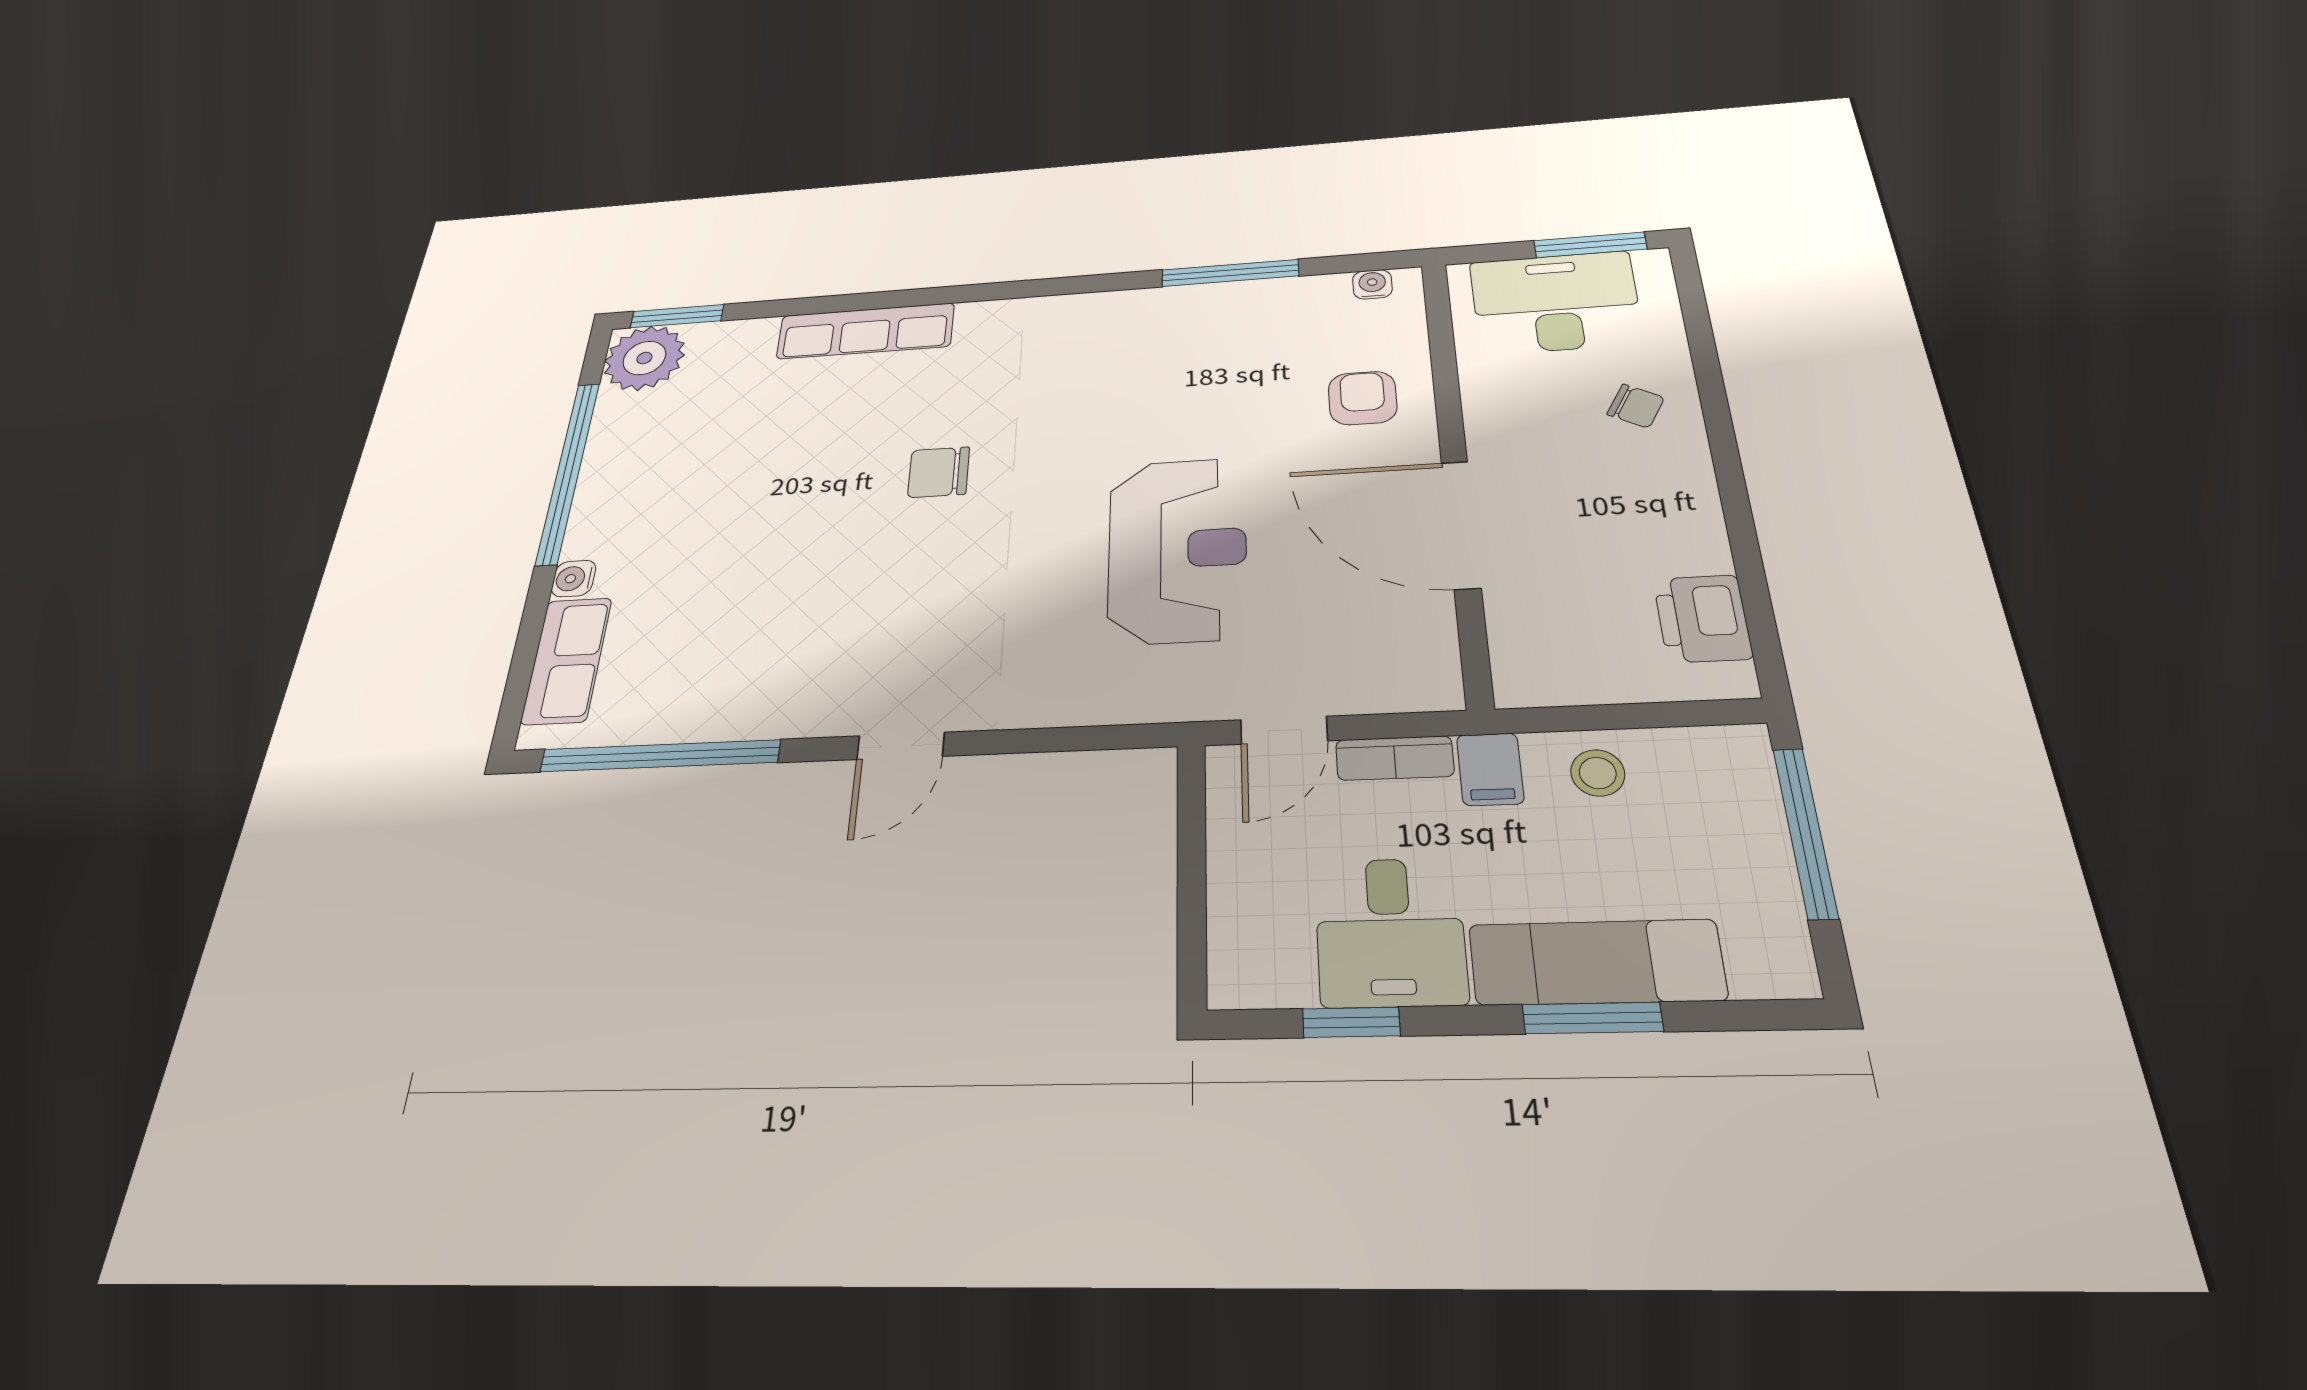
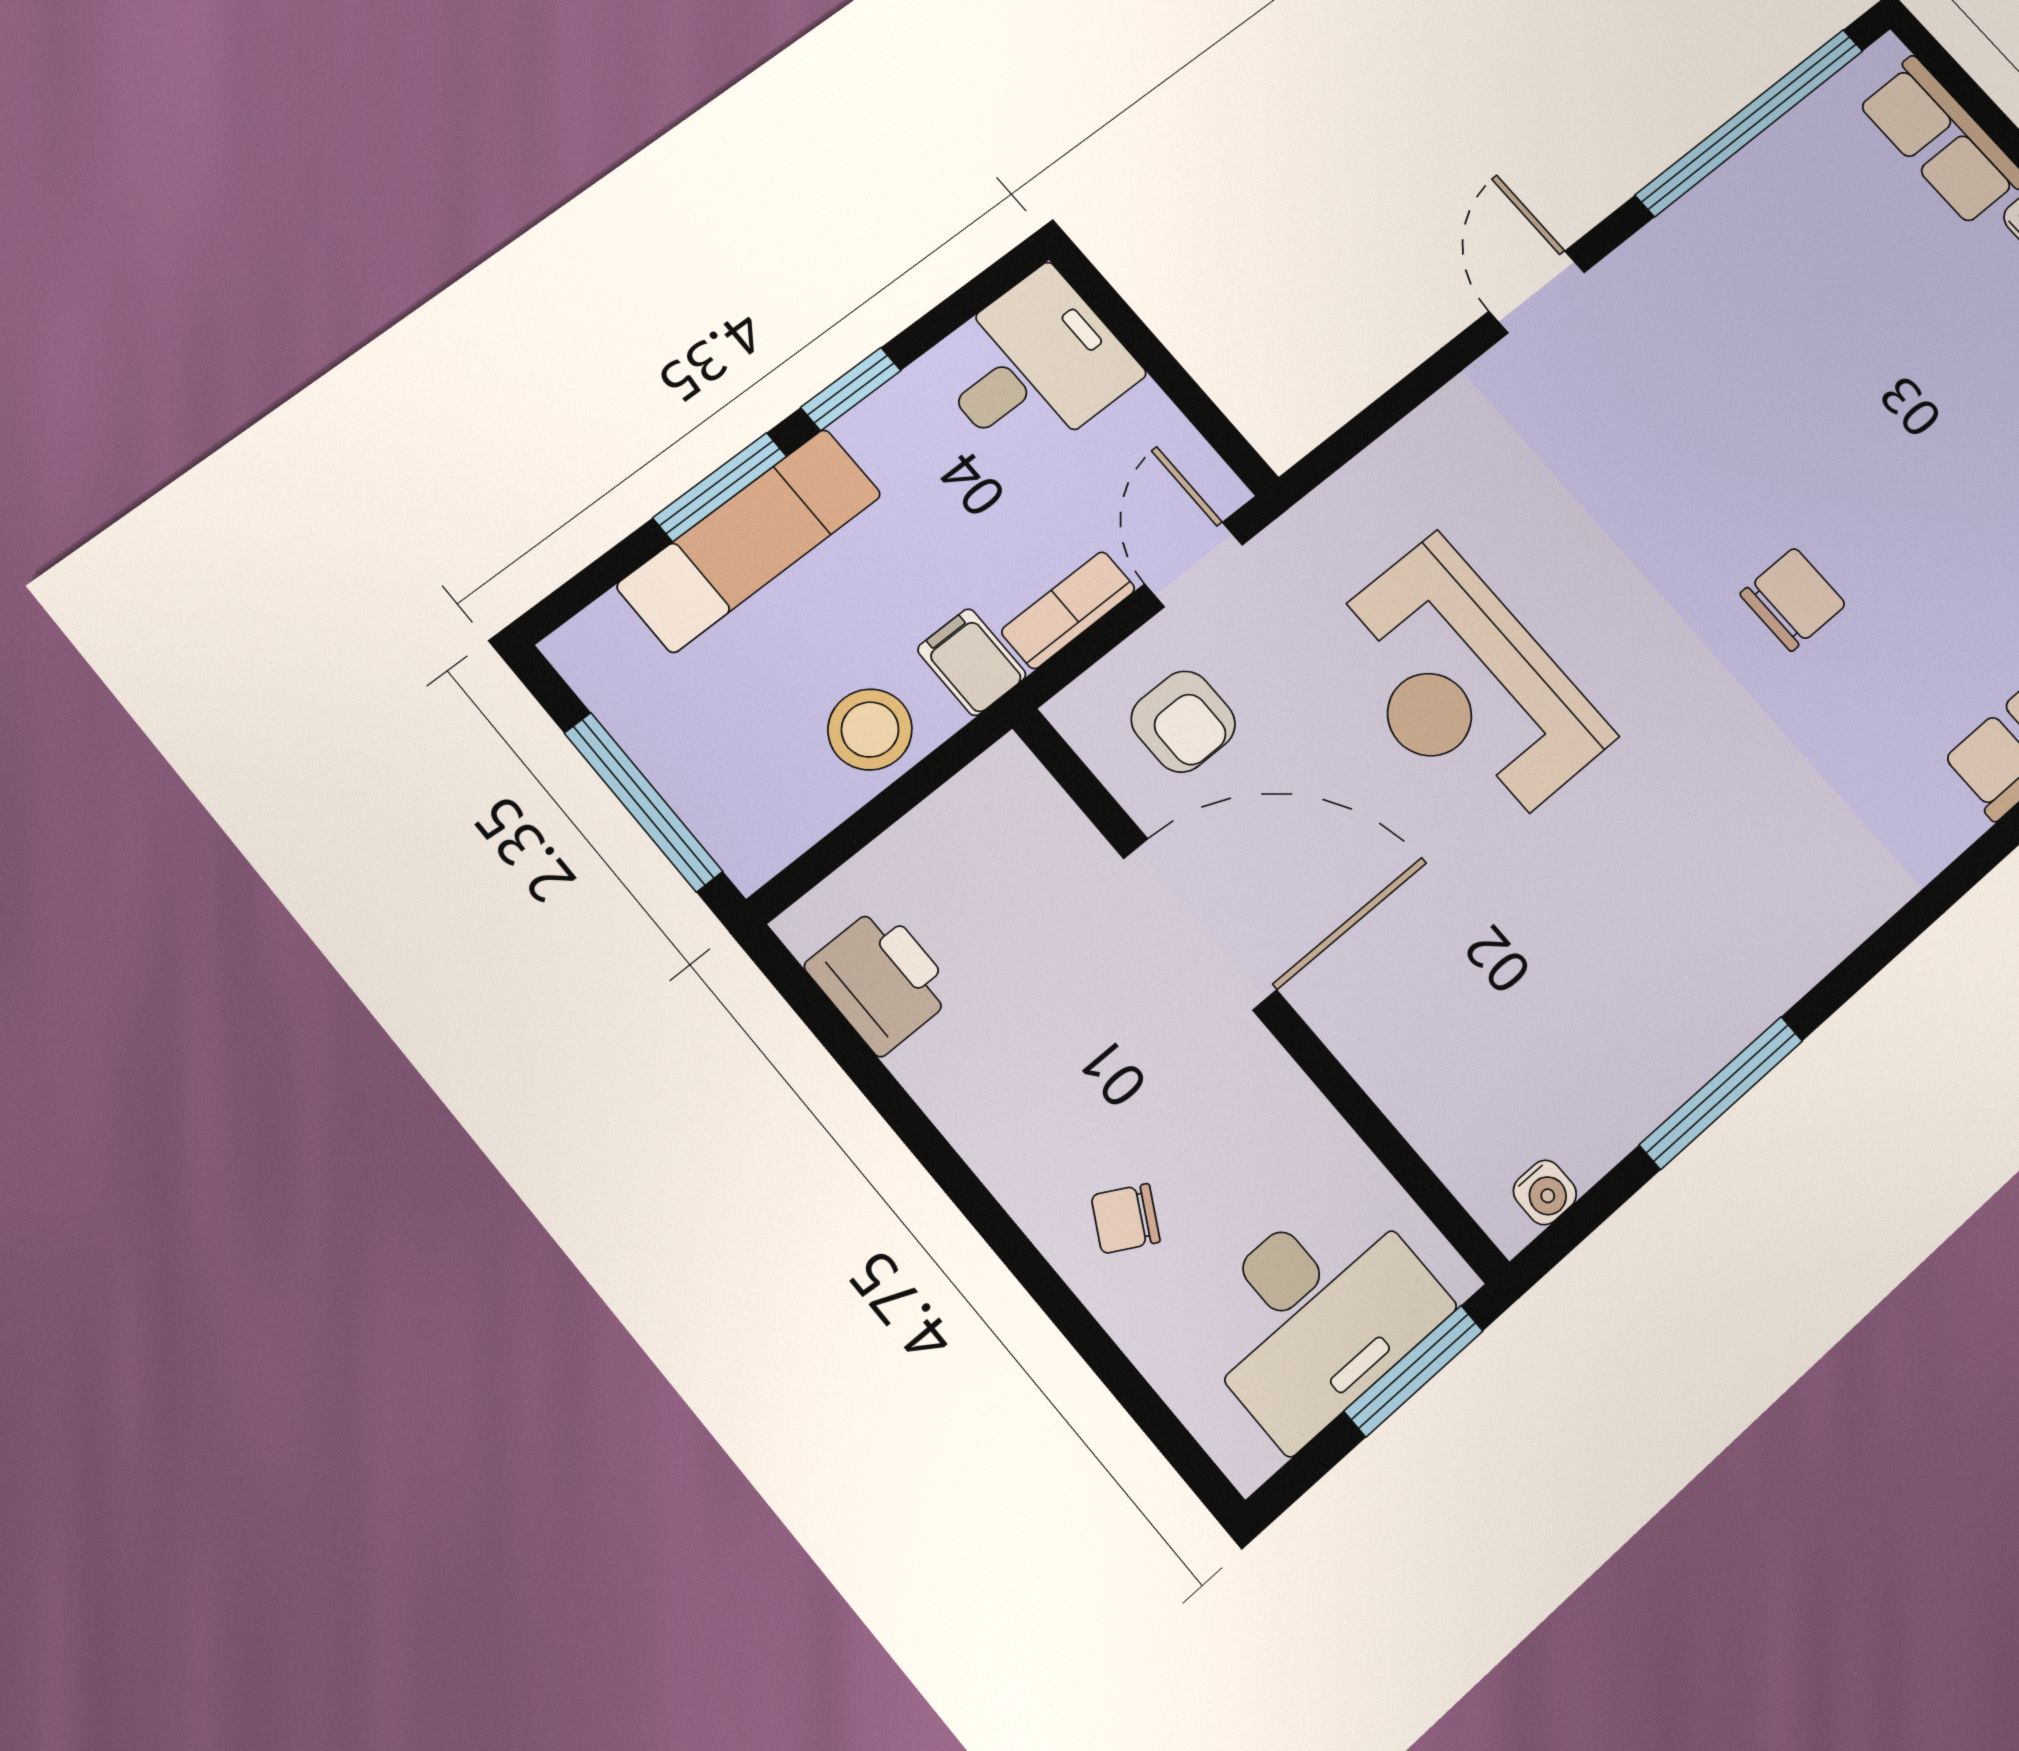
window: (1590, 245) -> (1414, 1371), moved
armchair: (1363, 398) -> (1183, 722), moved
stool: (1598, 773) -> (870, 730), width x1.37, depth x1.37
desk: (1390, 932) -> (1034, 366), moved, turned 90
window: (1351, 1022) -> (851, 389), moved

